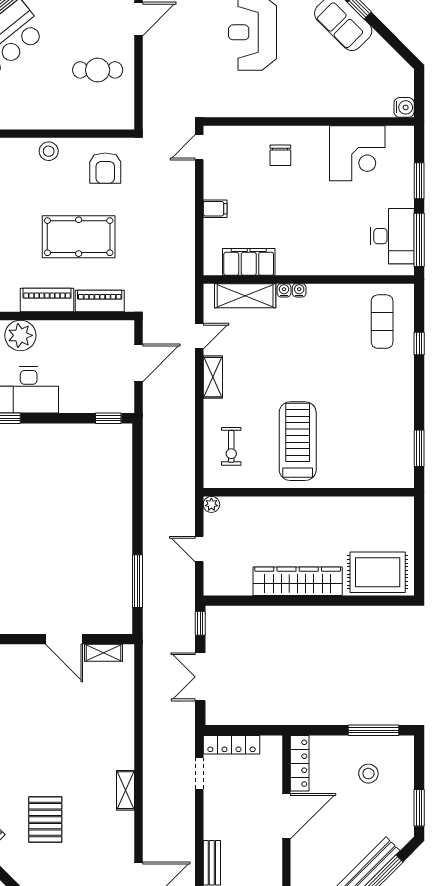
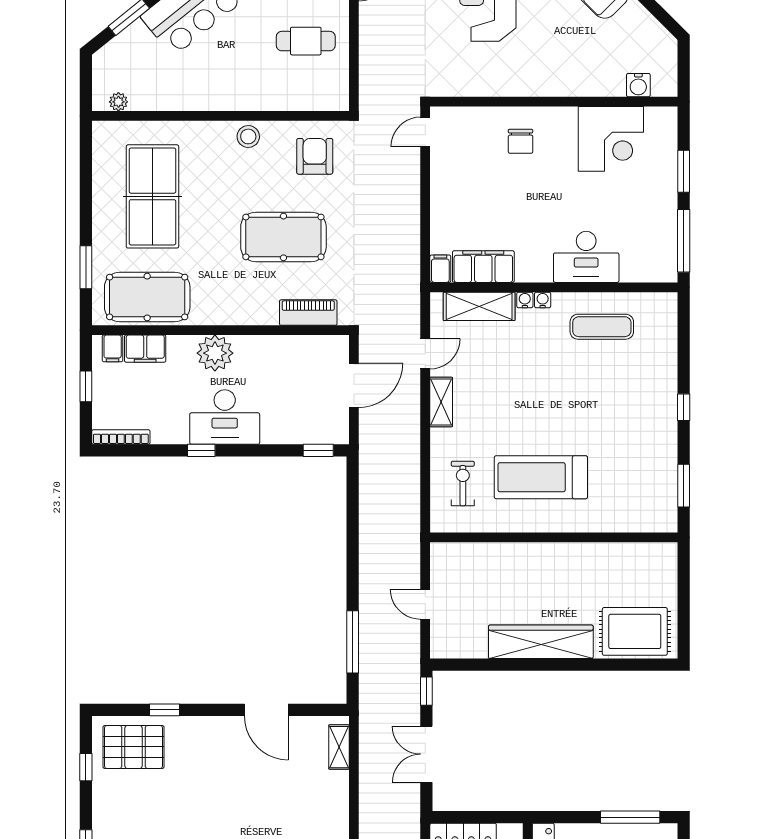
water cooler: (404, 107) -> (638, 85), moved, turned 90
armchair: (105, 168) -> (315, 156), turned 180
filing cabinet: (215, 209) -> (440, 269), moved, turned -90
desk: (392, 236) -> (586, 257), moved, turned 90
piano: (47, 300) -> (246, 311), removed
exercise mat: (382, 322) -> (602, 327), moved, turned 90
window: (419, 343) -> (684, 407), moved
treadmill: (298, 441) -> (541, 477), turned -90
exercise bike: (231, 446) -> (463, 483), turned 180
plant: (211, 504) -> (440, 552), removed
shelving: (103, 653) -> (339, 747), moved, turned 90

